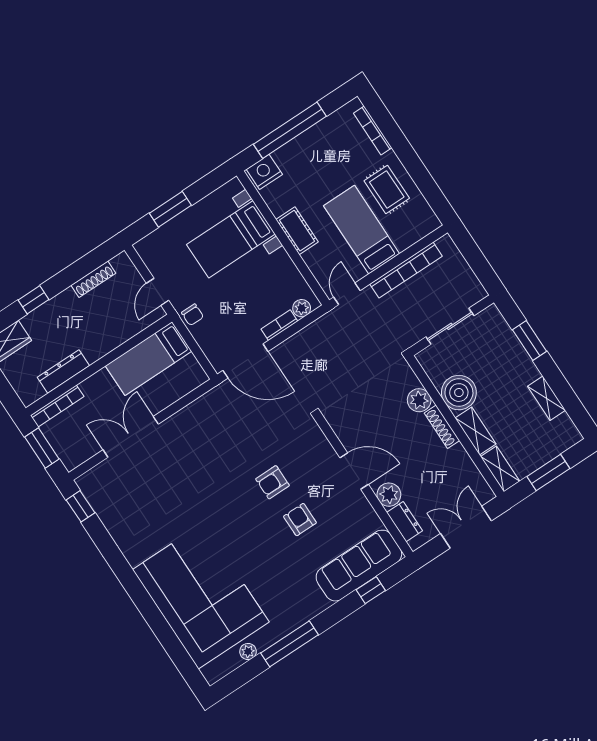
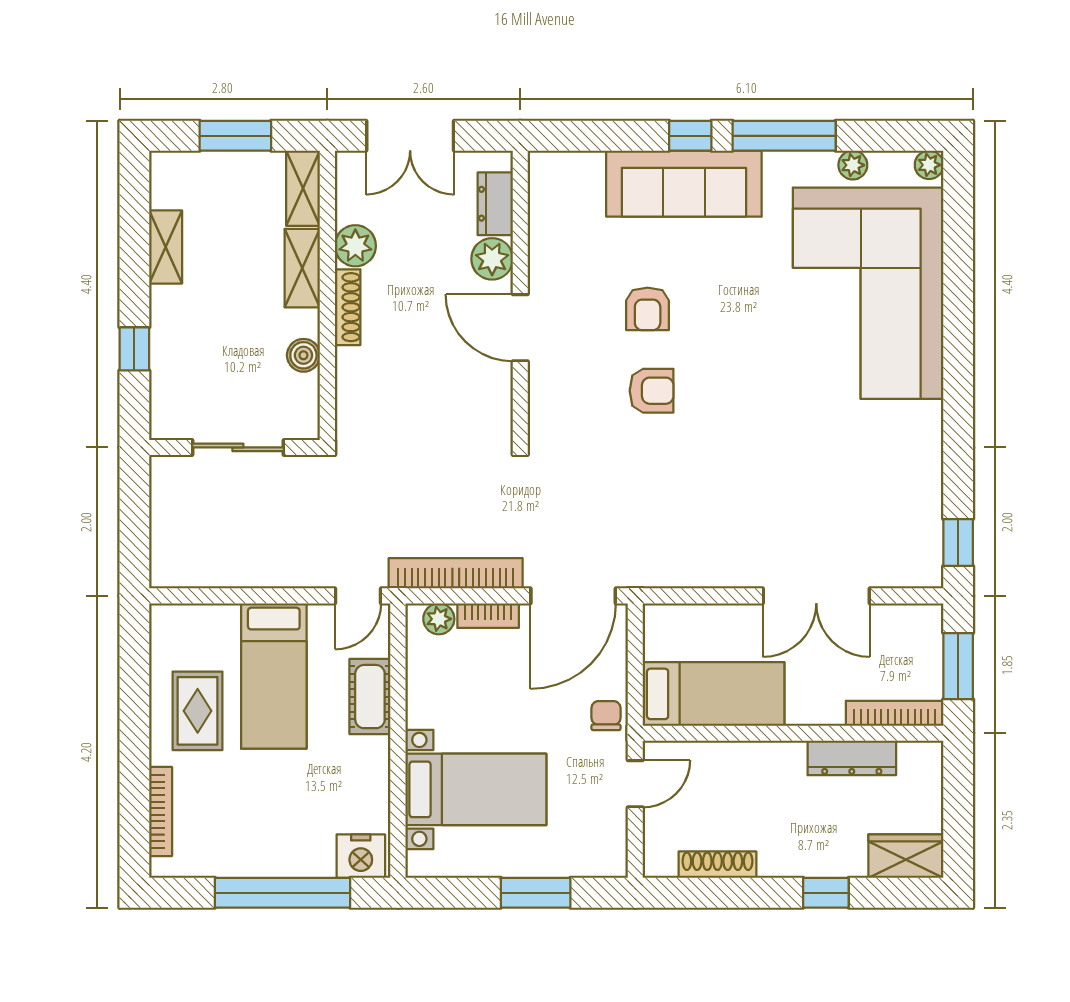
cot: (297, 231) -> (370, 697), moved
bookcase: (406, 270) -> (456, 573), moved
window: (529, 340) -> (134, 349), width x0.67
door: (245, 361) -> (573, 596), swing flipped
boiler: (459, 393) -> (303, 355), width x0.54, depth x0.54
plant: (419, 400) -> (355, 246), moved
sofa: (359, 566) -> (684, 184), moved
window: (371, 590) -> (690, 136), moved
plant: (212, 675) -> (929, 165), added

